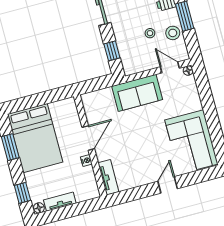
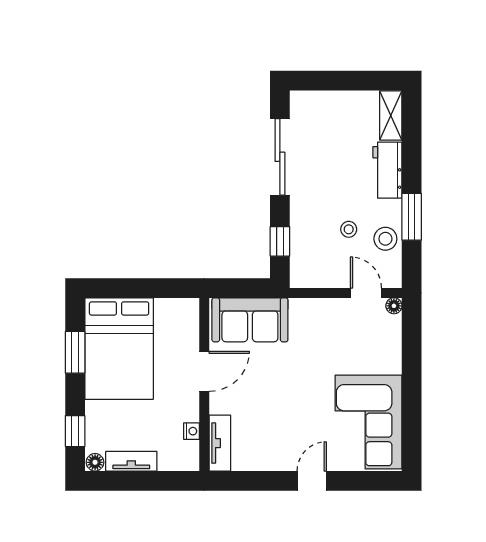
sofa: (137, 93) -> (250, 320), moved
nightstand: (86, 160) -> (192, 431), moved

